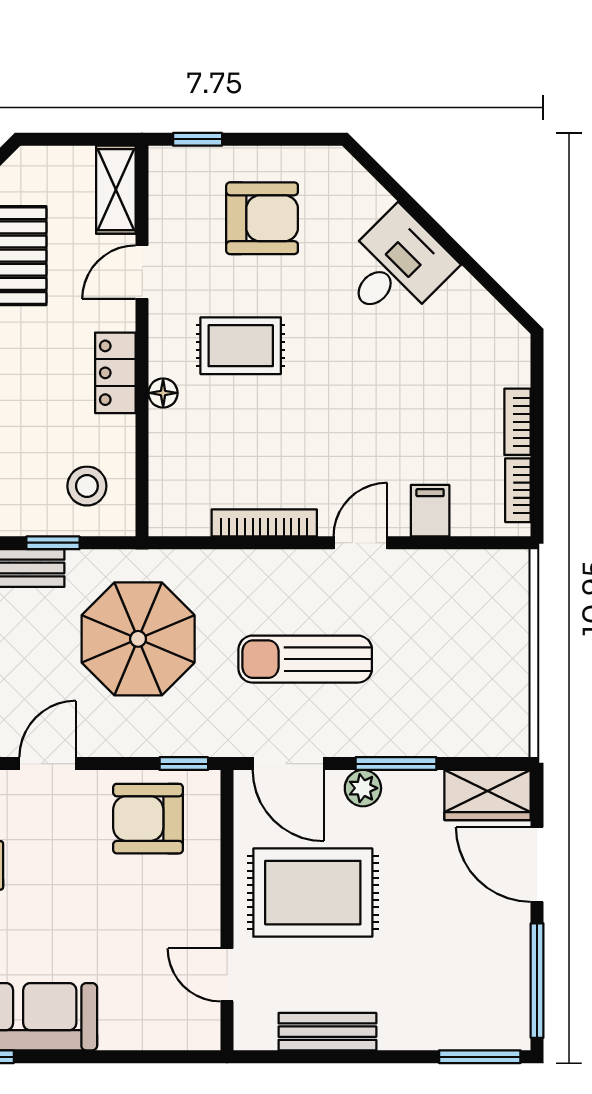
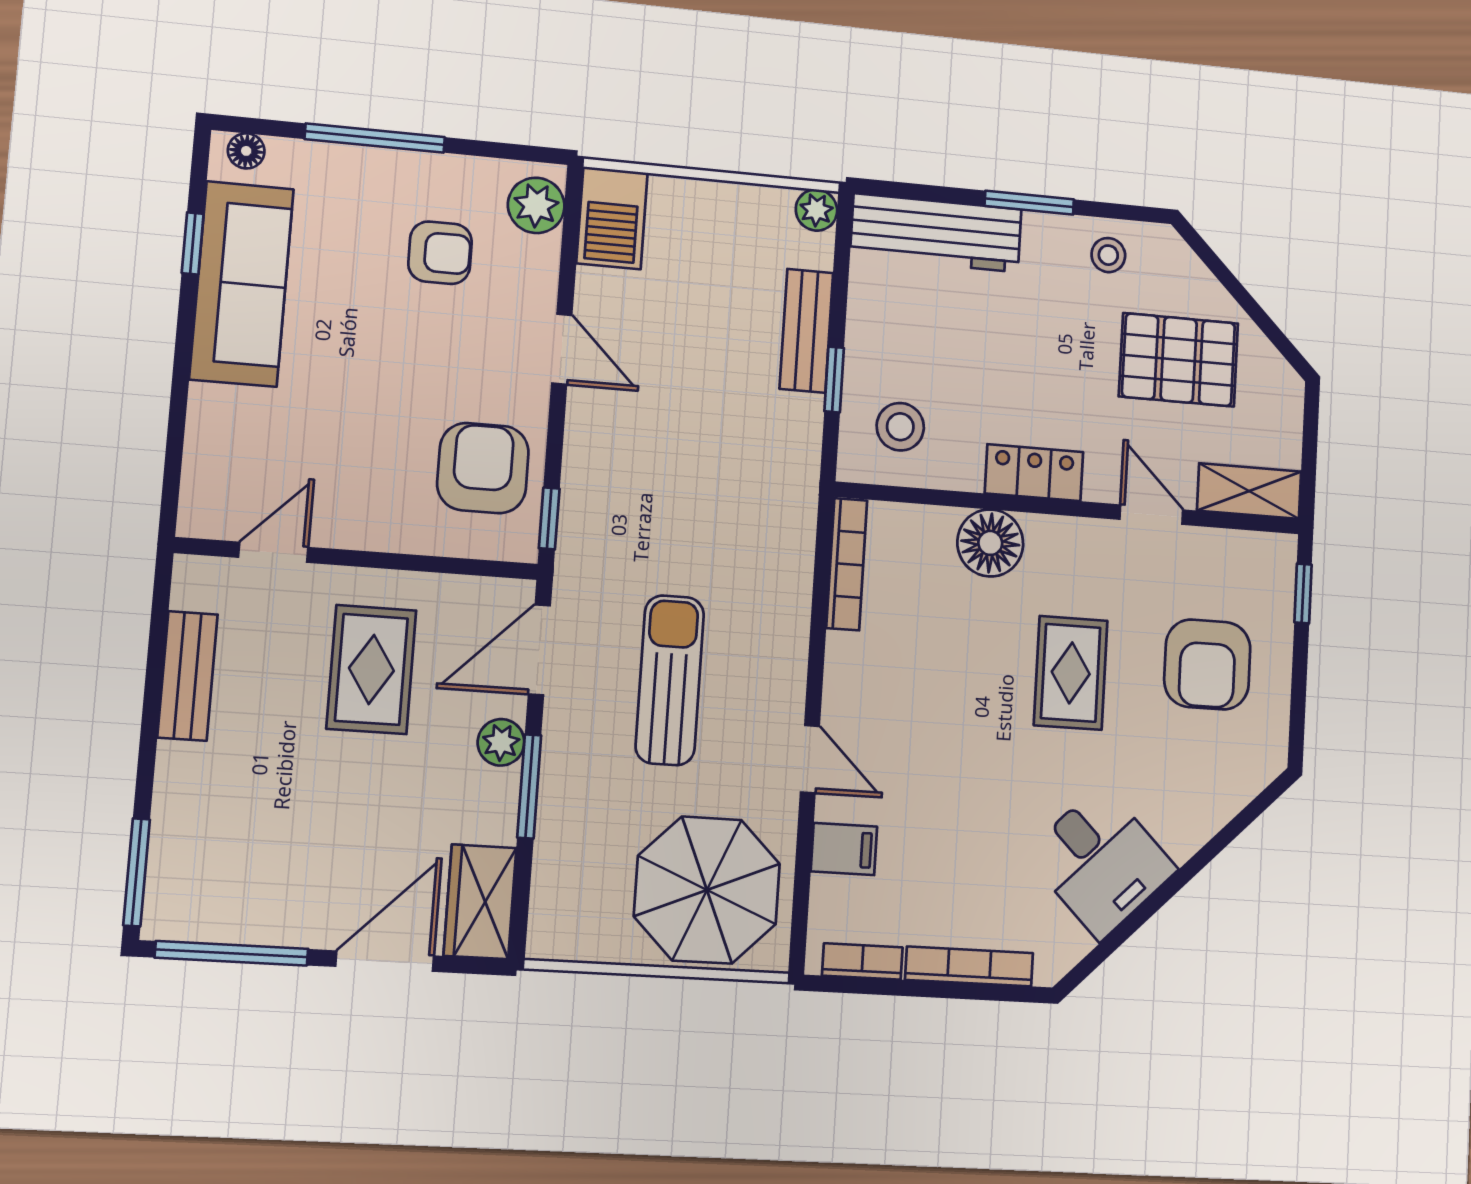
desk: (396, 267) -> (1101, 862), moved
rug: (241, 346) -> (1071, 673), moved
floor lamp: (163, 393) -> (990, 543), width x1.89, depth x1.89
bookcase: (517, 422) -> (969, 967), width x1.56
bookcase: (264, 523) -> (847, 564), moved
parasol: (138, 639) -> (707, 890), moved
rug: (313, 893) -> (371, 669), width x0.73, depth x0.70

